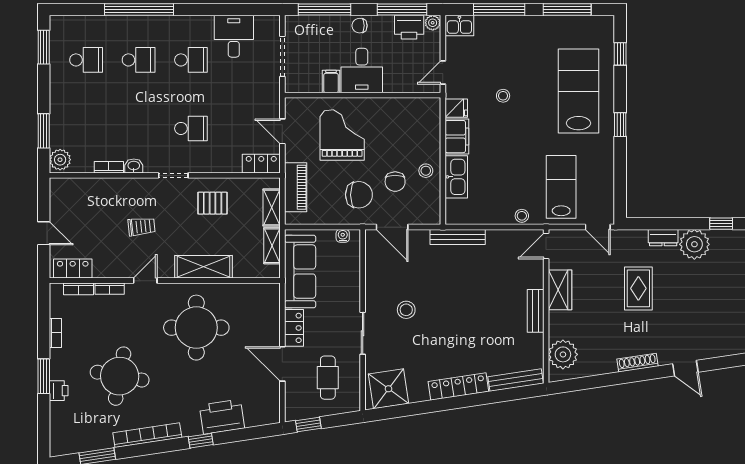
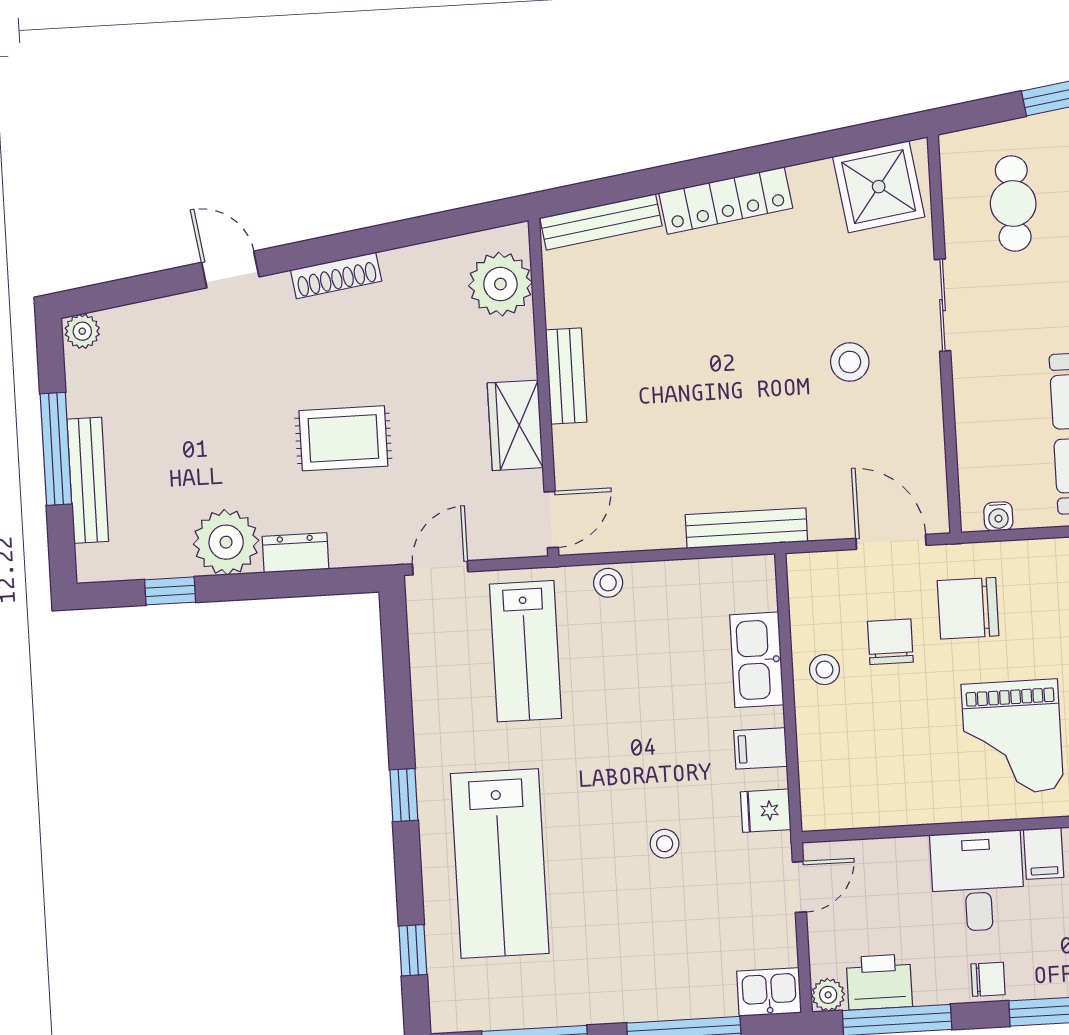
filing cabinet: (457, 137) -> (761, 748), width x0.50
door: (598, 227) -> (440, 568), hinge flipped
rug: (638, 288) -> (343, 438), turned 90

